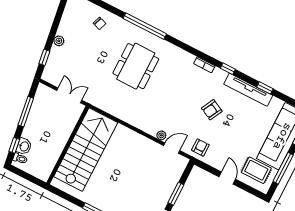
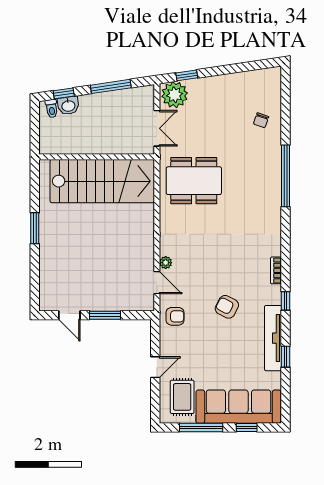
plant: (59, 41) -> (175, 95), moved, width x1.88, depth x1.88
dining table: (136, 66) -> (194, 181), moved

